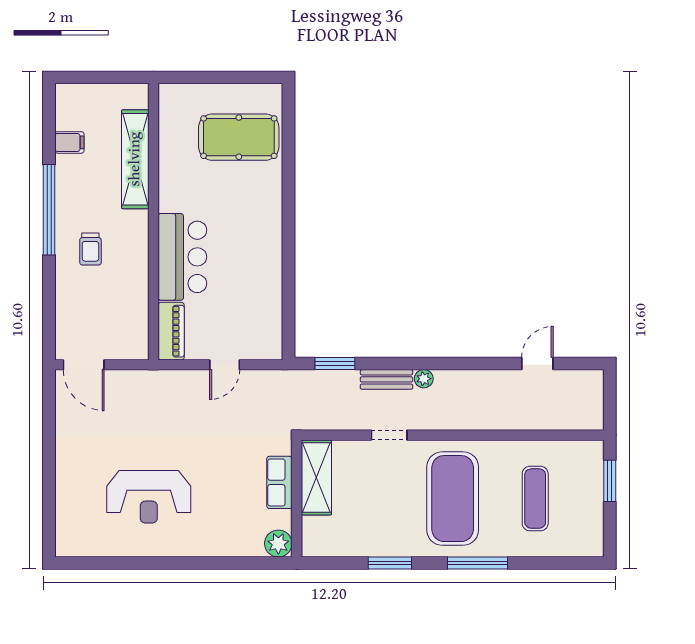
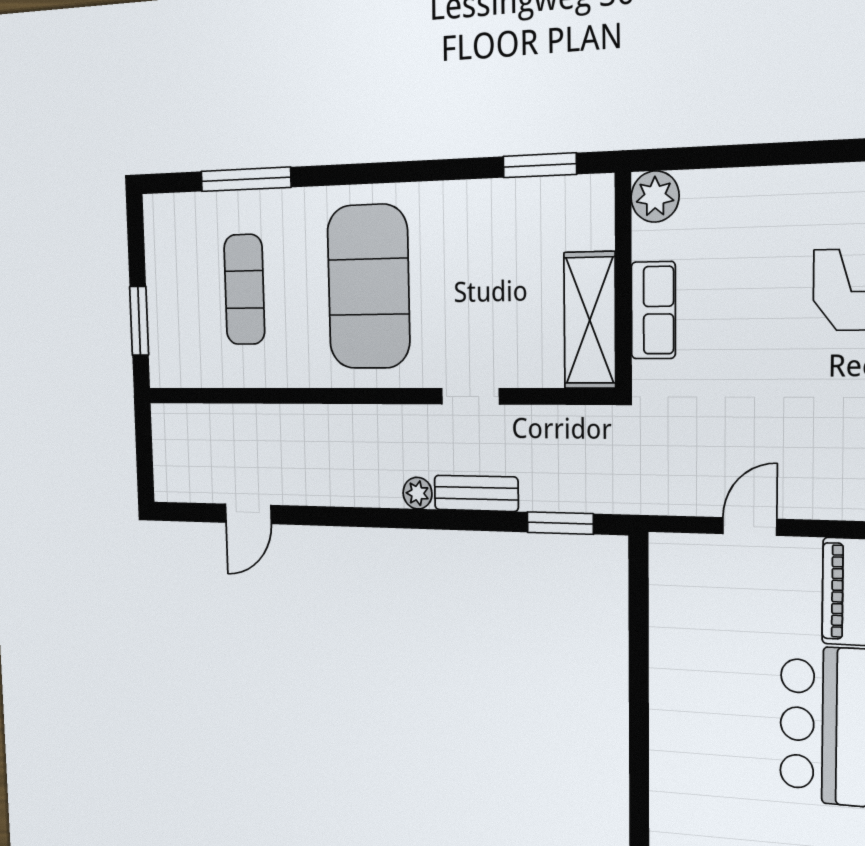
window: (390, 563) -> (540, 165), moved
window: (478, 563) -> (246, 179), moved

